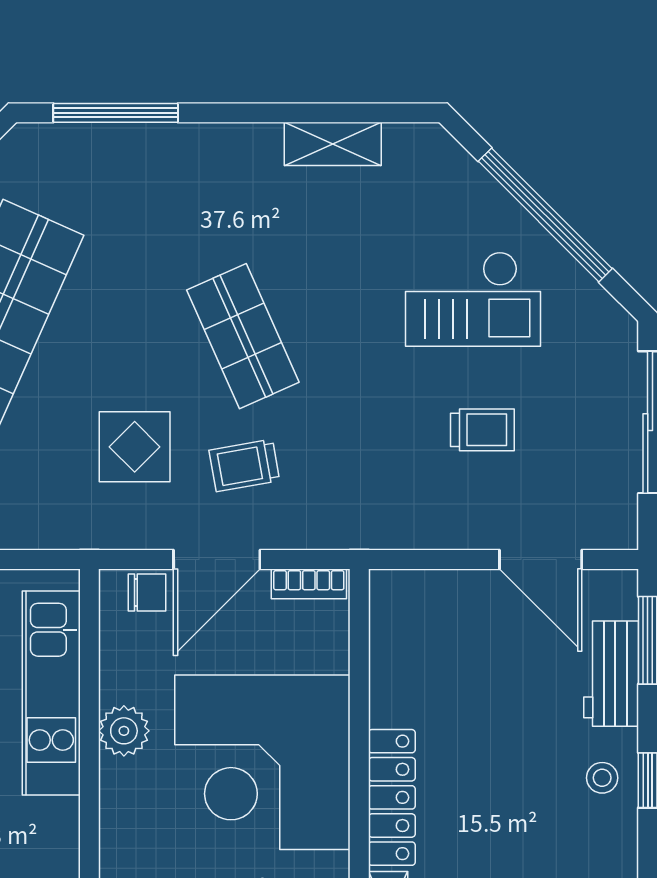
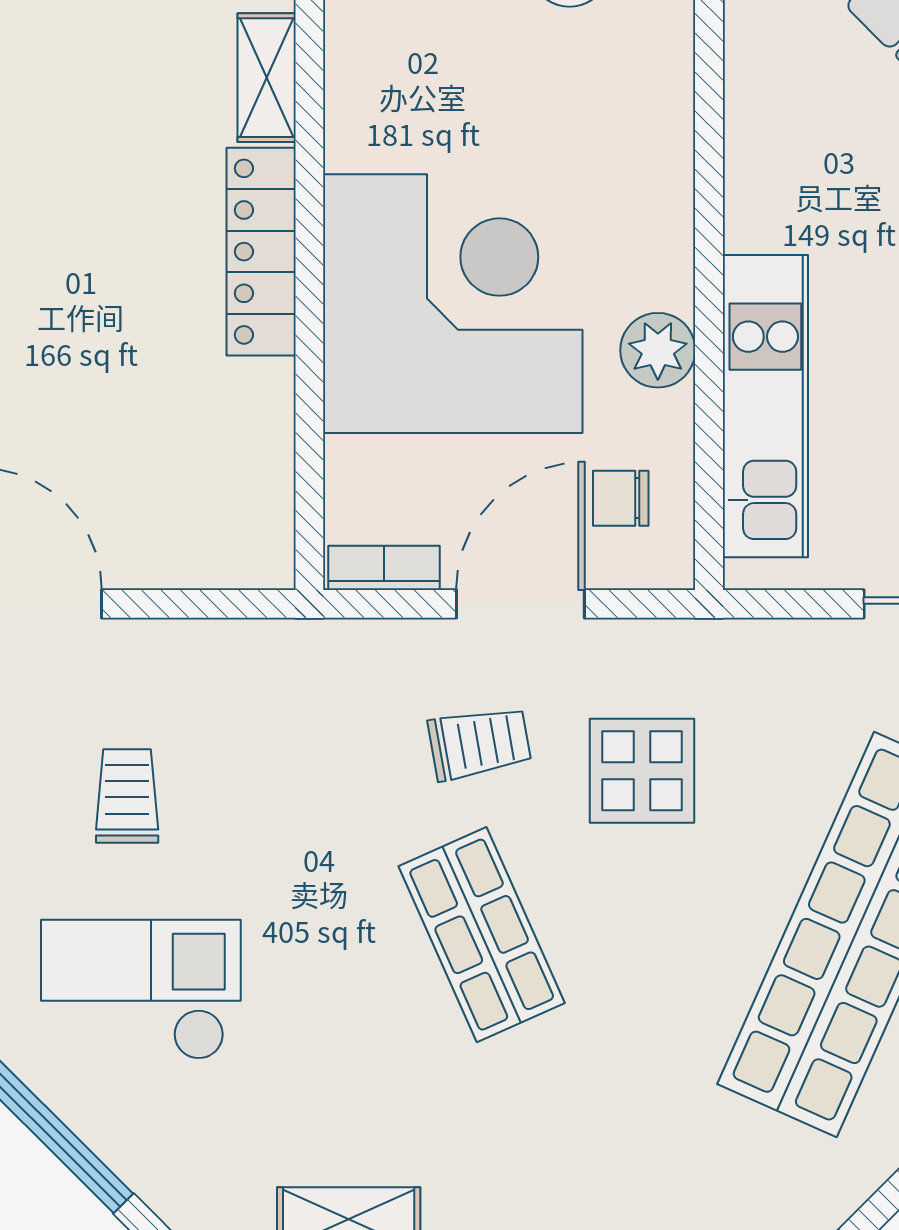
trolley: (482, 430) -> (127, 796), turned 90
chair: (147, 592) -> (621, 498), moved

